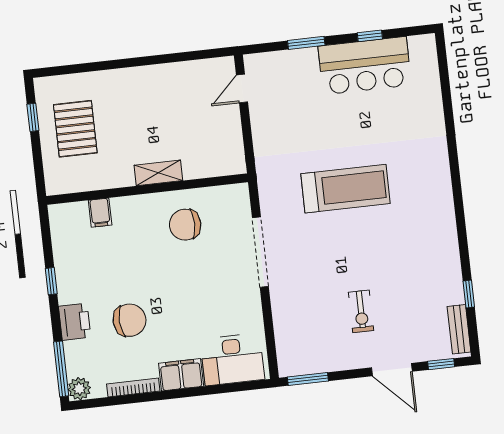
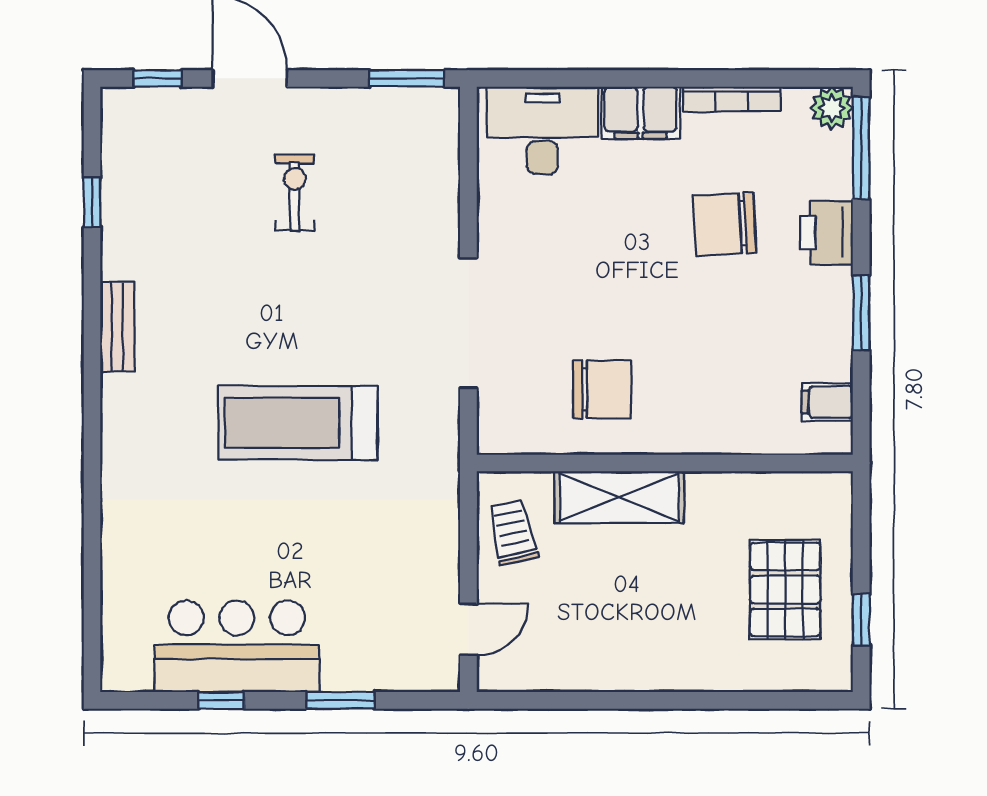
trolley: (224, 143) -> (513, 532), added
shelving: (158, 173) -> (619, 497), width x1.50, depth x1.33
filing cabinet: (100, 213) -> (827, 402), moved, turned -90
window: (51, 281) -> (861, 313), width x1.50
bench: (459, 329) -> (117, 327), moved

